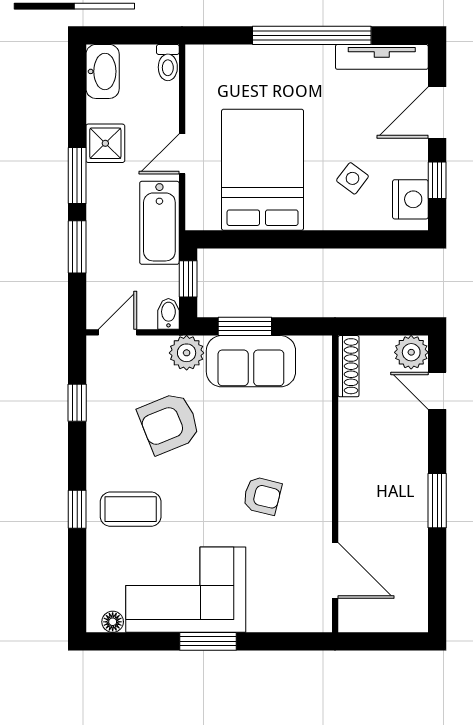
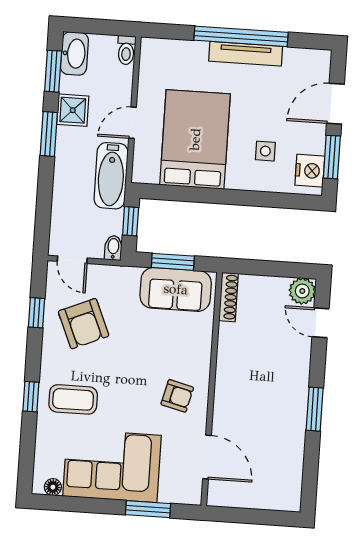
tv unit: (382, 57) -> (246, 54), moved
side table: (352, 178) -> (265, 151), turned -37
window: (437, 180) -> (332, 157), width x1.50
window: (77, 247) -> (53, 71), moved
door: (118, 332) -> (72, 260), swing flipped
plant: (187, 353) -> (125, 279), removed
shoe rack: (349, 366) -> (229, 297), moved
armchair: (169, 423) -> (84, 324), moved, turned -91
wall: (335, 484) -> (212, 389), moved
door: (335, 571) -> (207, 457), moved
window: (208, 641) -> (148, 509), moved

